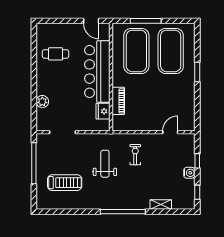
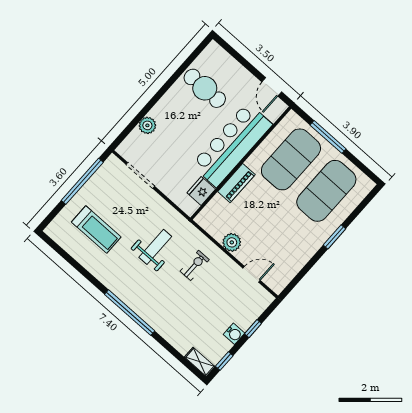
cafe table: (56, 54) -> (205, 88), width x1.37, depth x1.35
piano: (118, 101) -> (236, 183), moved
plant: (144, 124) -> (232, 242), added
shelving: (161, 205) -> (200, 362), moved

